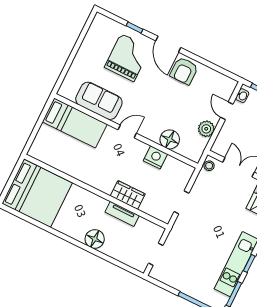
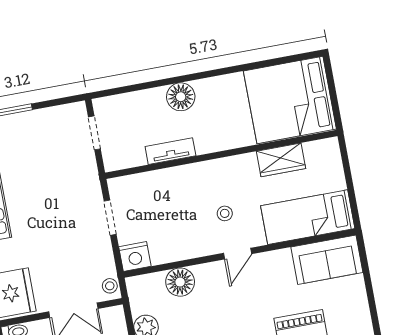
sofa: (99, 101) -> (327, 260), moved
nightstand: (155, 157) -> (135, 256), moved
stool: (118, 158) -> (225, 213), added
wardrobe: (128, 195) -> (281, 160), moved

